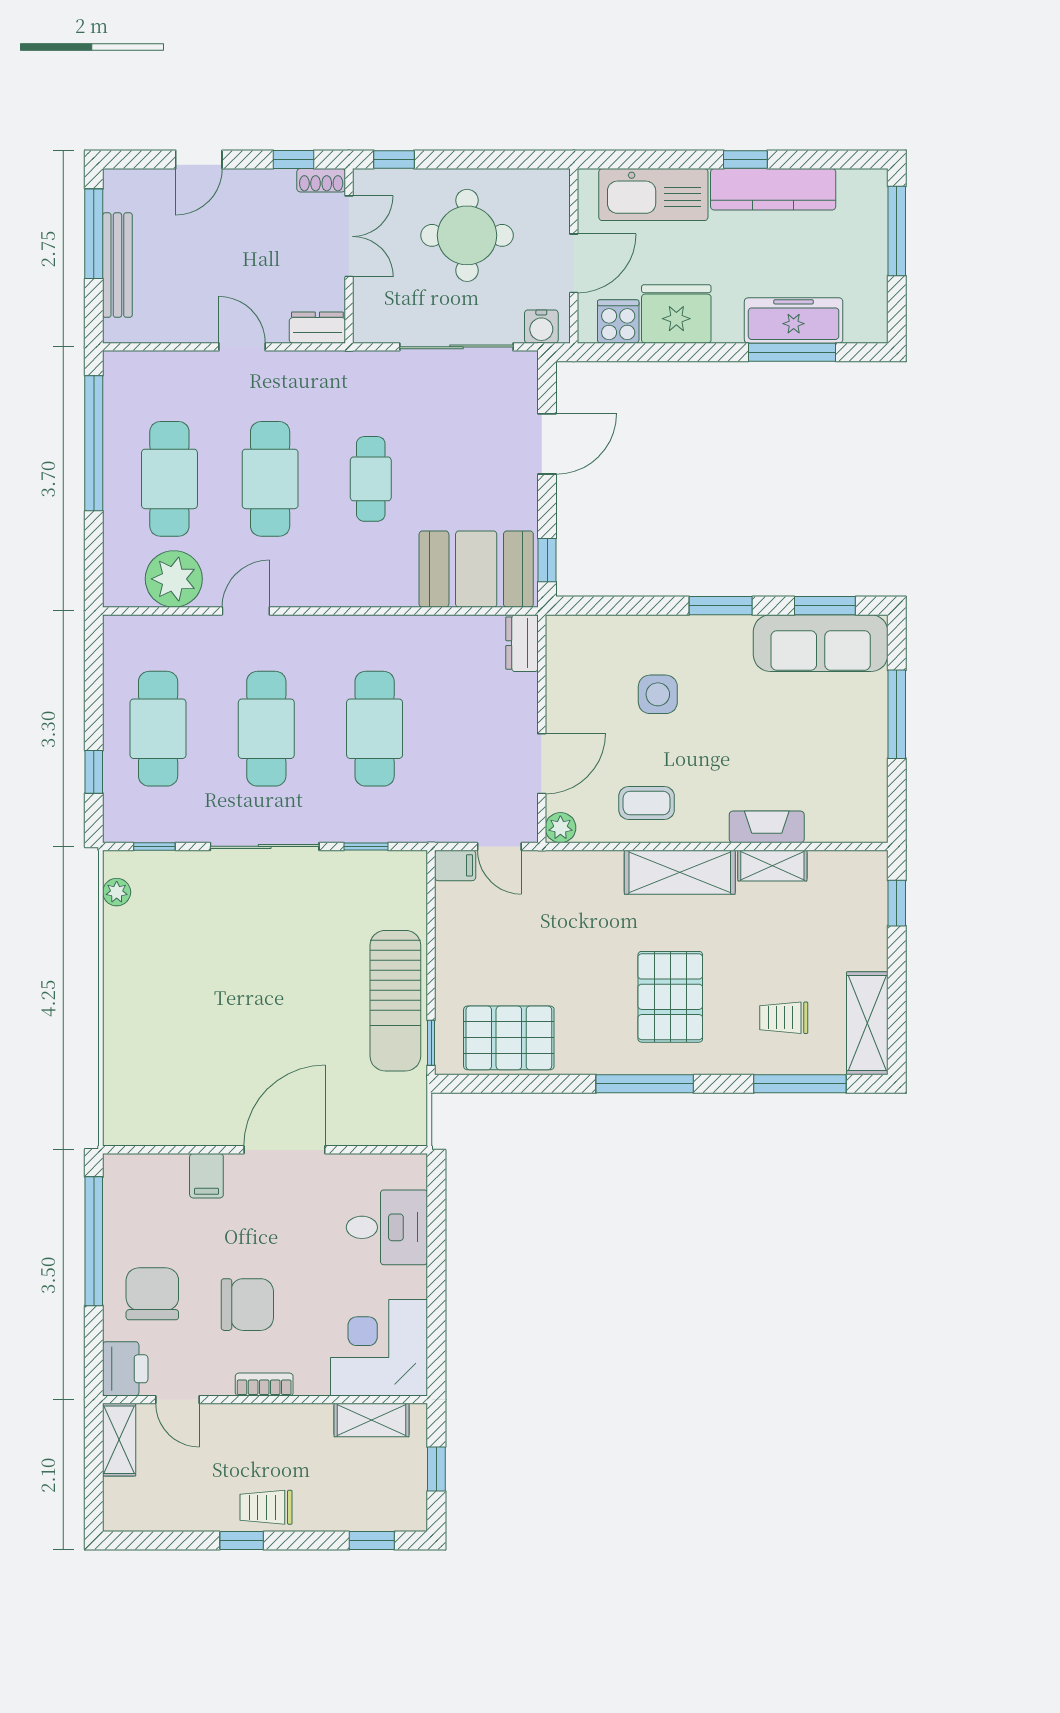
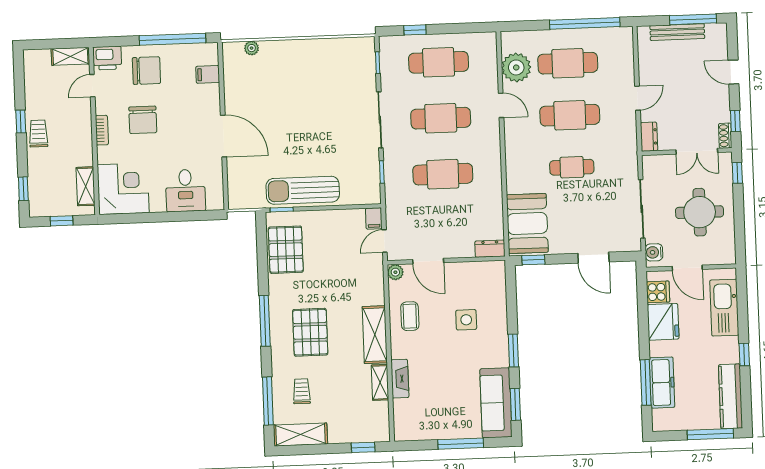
kitchen counter: (773, 189) -> (730, 396), moved
plant: (117, 892) -> (252, 48), moved
pallet: (670, 997) -> (310, 332), turned 90
filing cabinet: (206, 1176) -> (208, 74), moved

